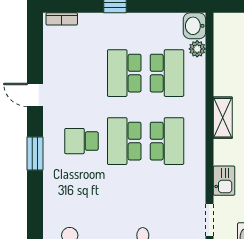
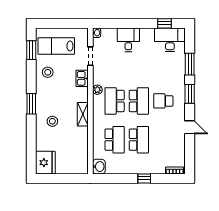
plant: (197, 49) -> (97, 90), moved
school desk: (167, 73) -> (115, 140), turned 180
school desk: (81, 141) -> (163, 101), turned 180
window: (35, 206) -> (190, 64), added

